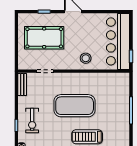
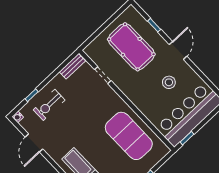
stool: (86, 58) -> (169, 82), moved
exercise mat: (75, 106) -> (129, 136), moved

